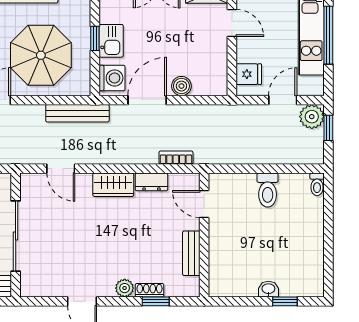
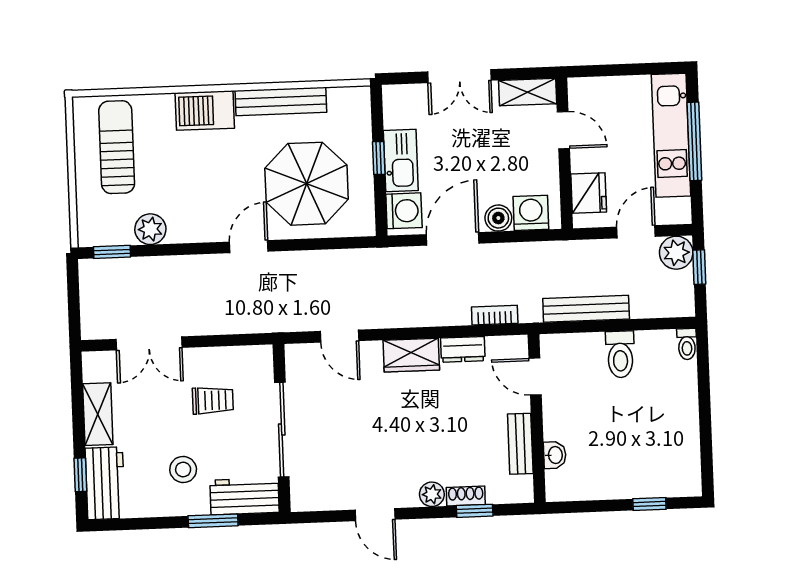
kitchen sink: (111, 41) -> (401, 160), width x1.38
fridge: (249, 74) -> (589, 193), width x1.38
washing machine: (206, 83) -> (531, 213), added
bench: (77, 113) -> (586, 309), moved
washbasin: (268, 289) -> (555, 455), moved, turned 90

